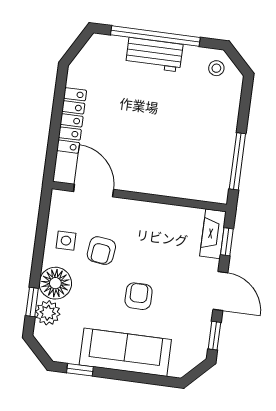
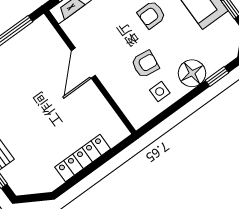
door: (94, 191) -> (83, 63), moved
plant: (48, 313) -> (215, 61), removed

